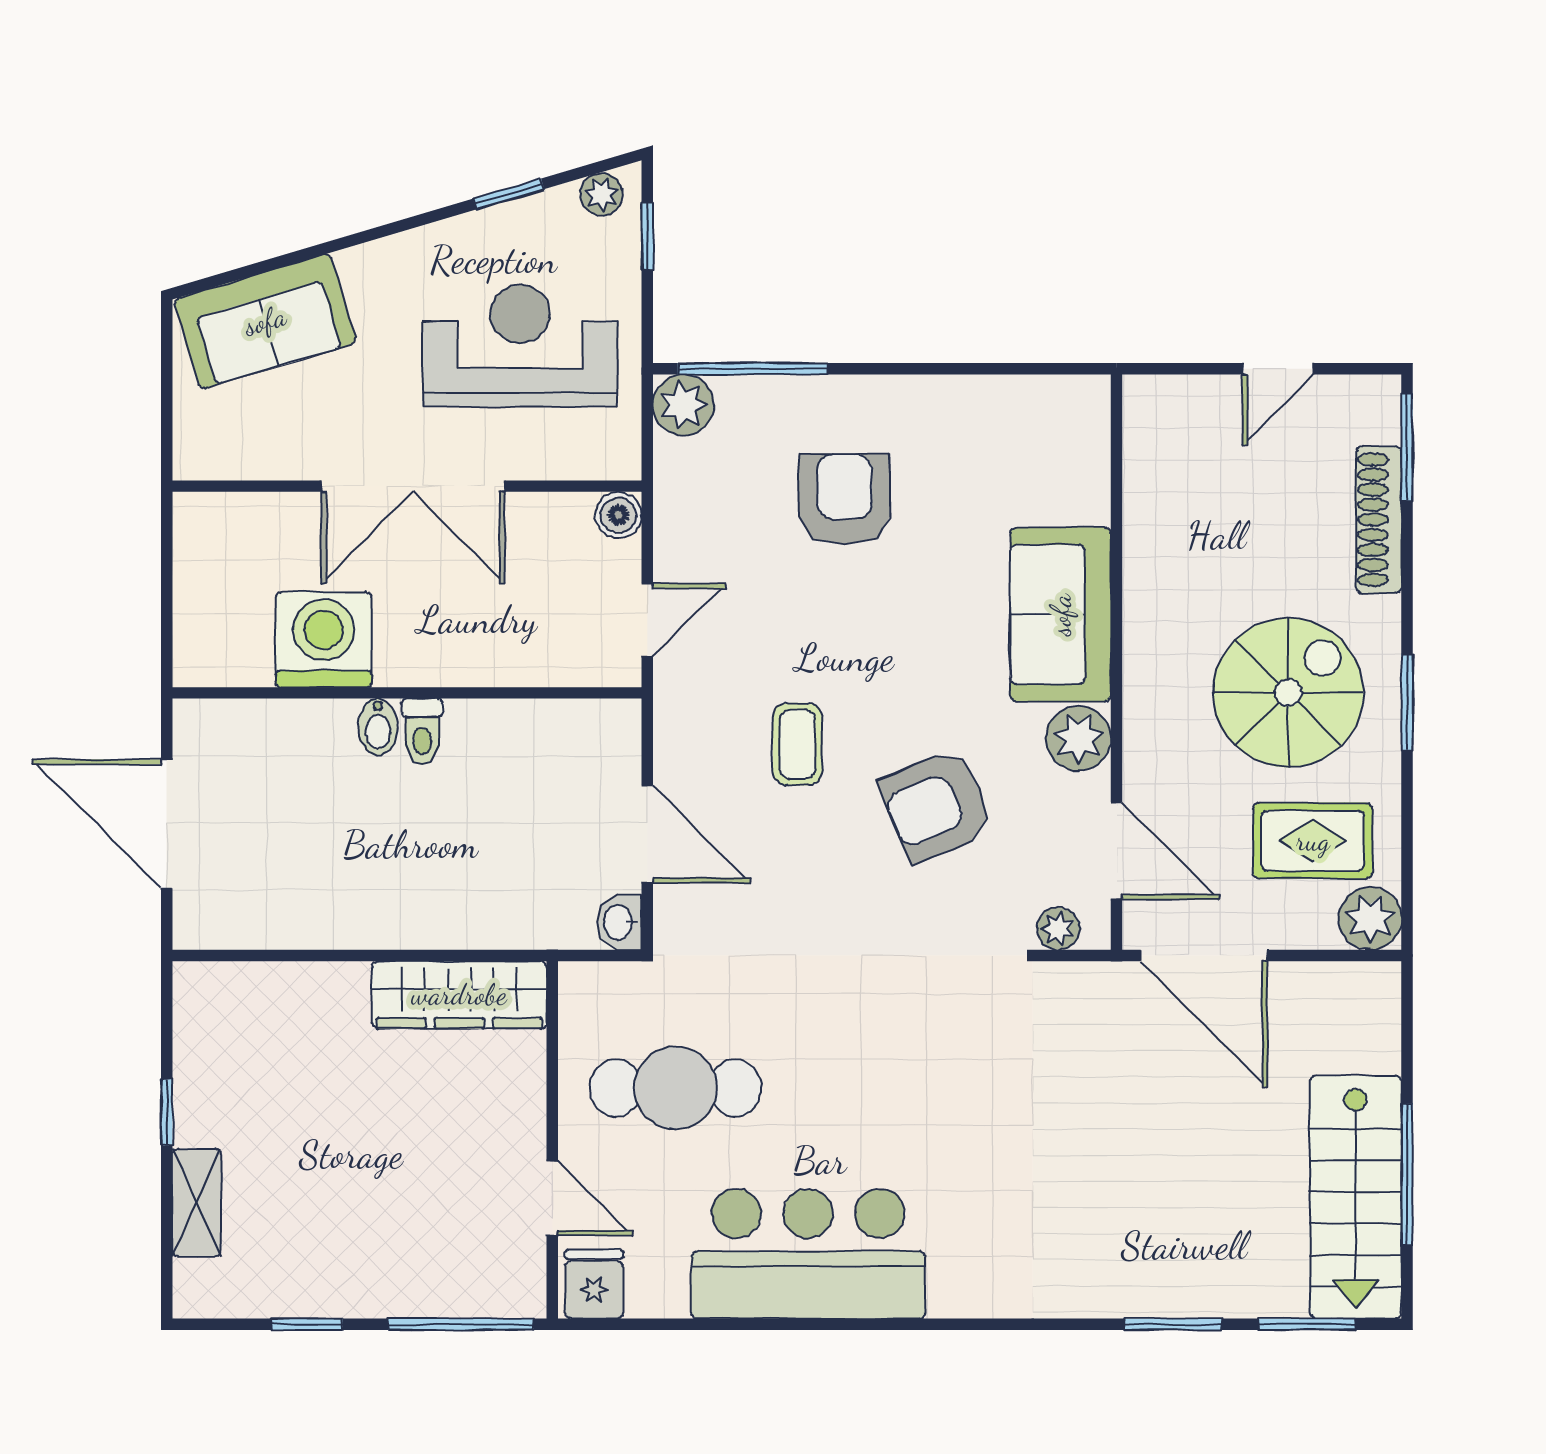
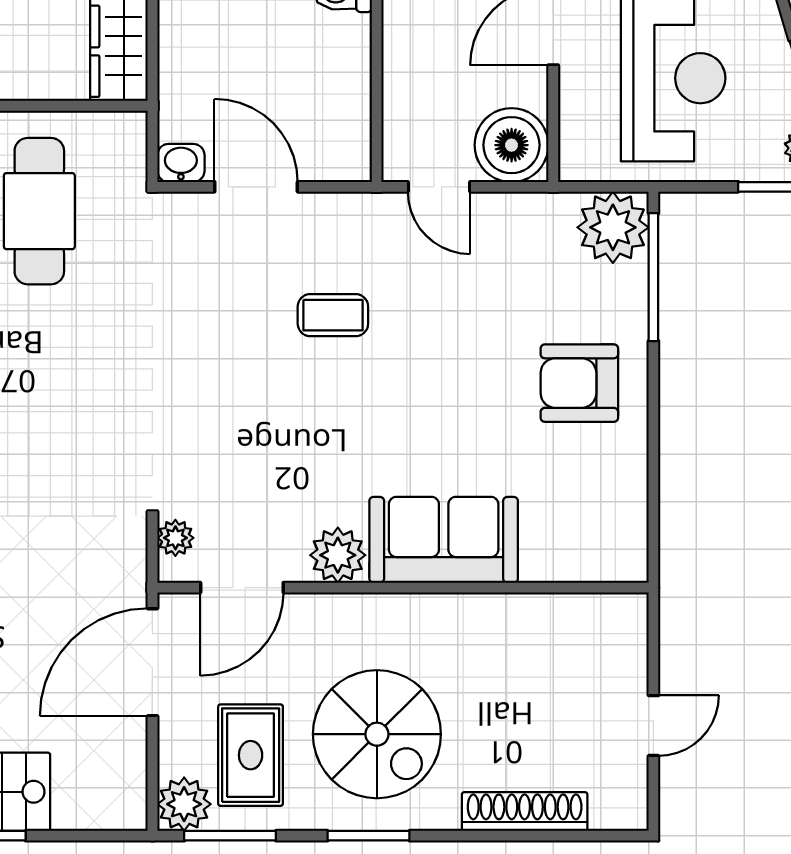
door: (1278, 369) -> (653, 726), swing flipped
plant: (683, 405) -> (613, 227), width x1.36, depth x1.36
window: (1407, 447) -> (230, 836), moved
armchair: (844, 499) -> (579, 383), moved, turned 180
boiler: (618, 515) -> (512, 145), width x1.86, depth x1.86
armchair: (937, 806) -> (280, 434), removed
door: (647, 834) -> (256, 187), swing flipped

